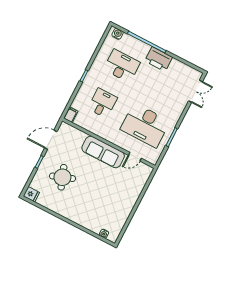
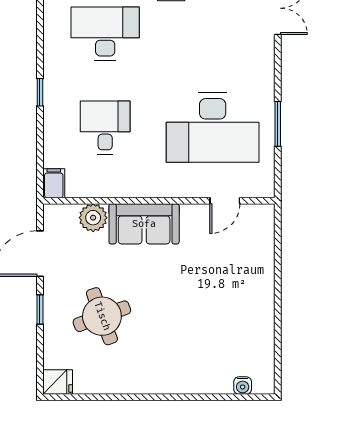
plant: (79, 136) -> (93, 218), added
sofa: (103, 152) -> (144, 224), width x0.73

